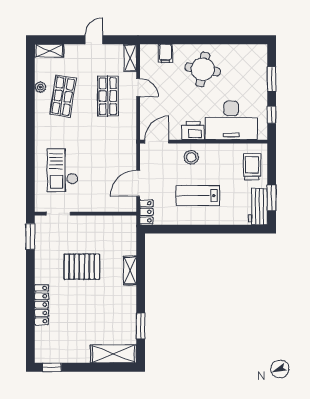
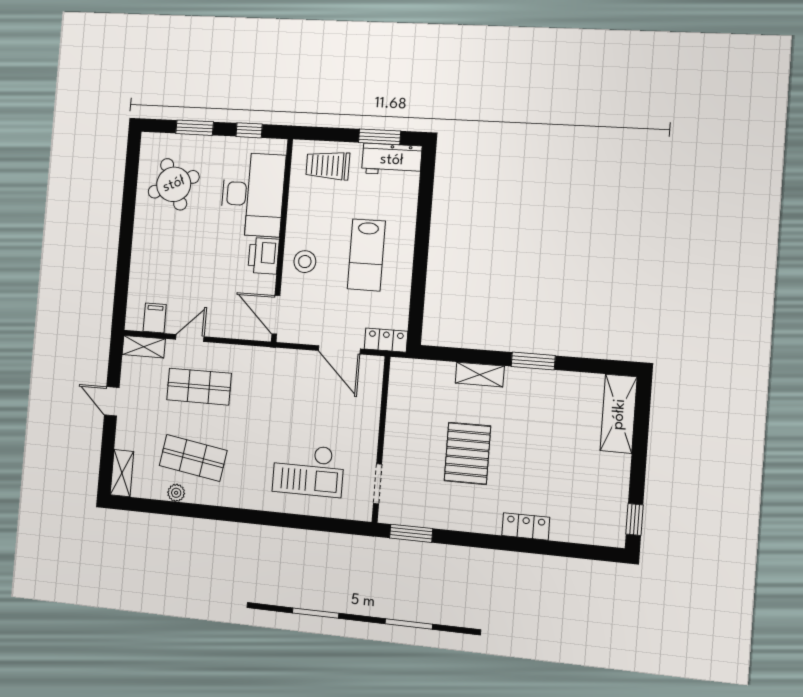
filing cabinet: (165, 53) -> (155, 318), moved, turned -90
round table: (203, 69) -> (174, 184), moved, turned -34
locker: (42, 305) -> (526, 526), width x0.66
window: (141, 326) -> (533, 361), moved

